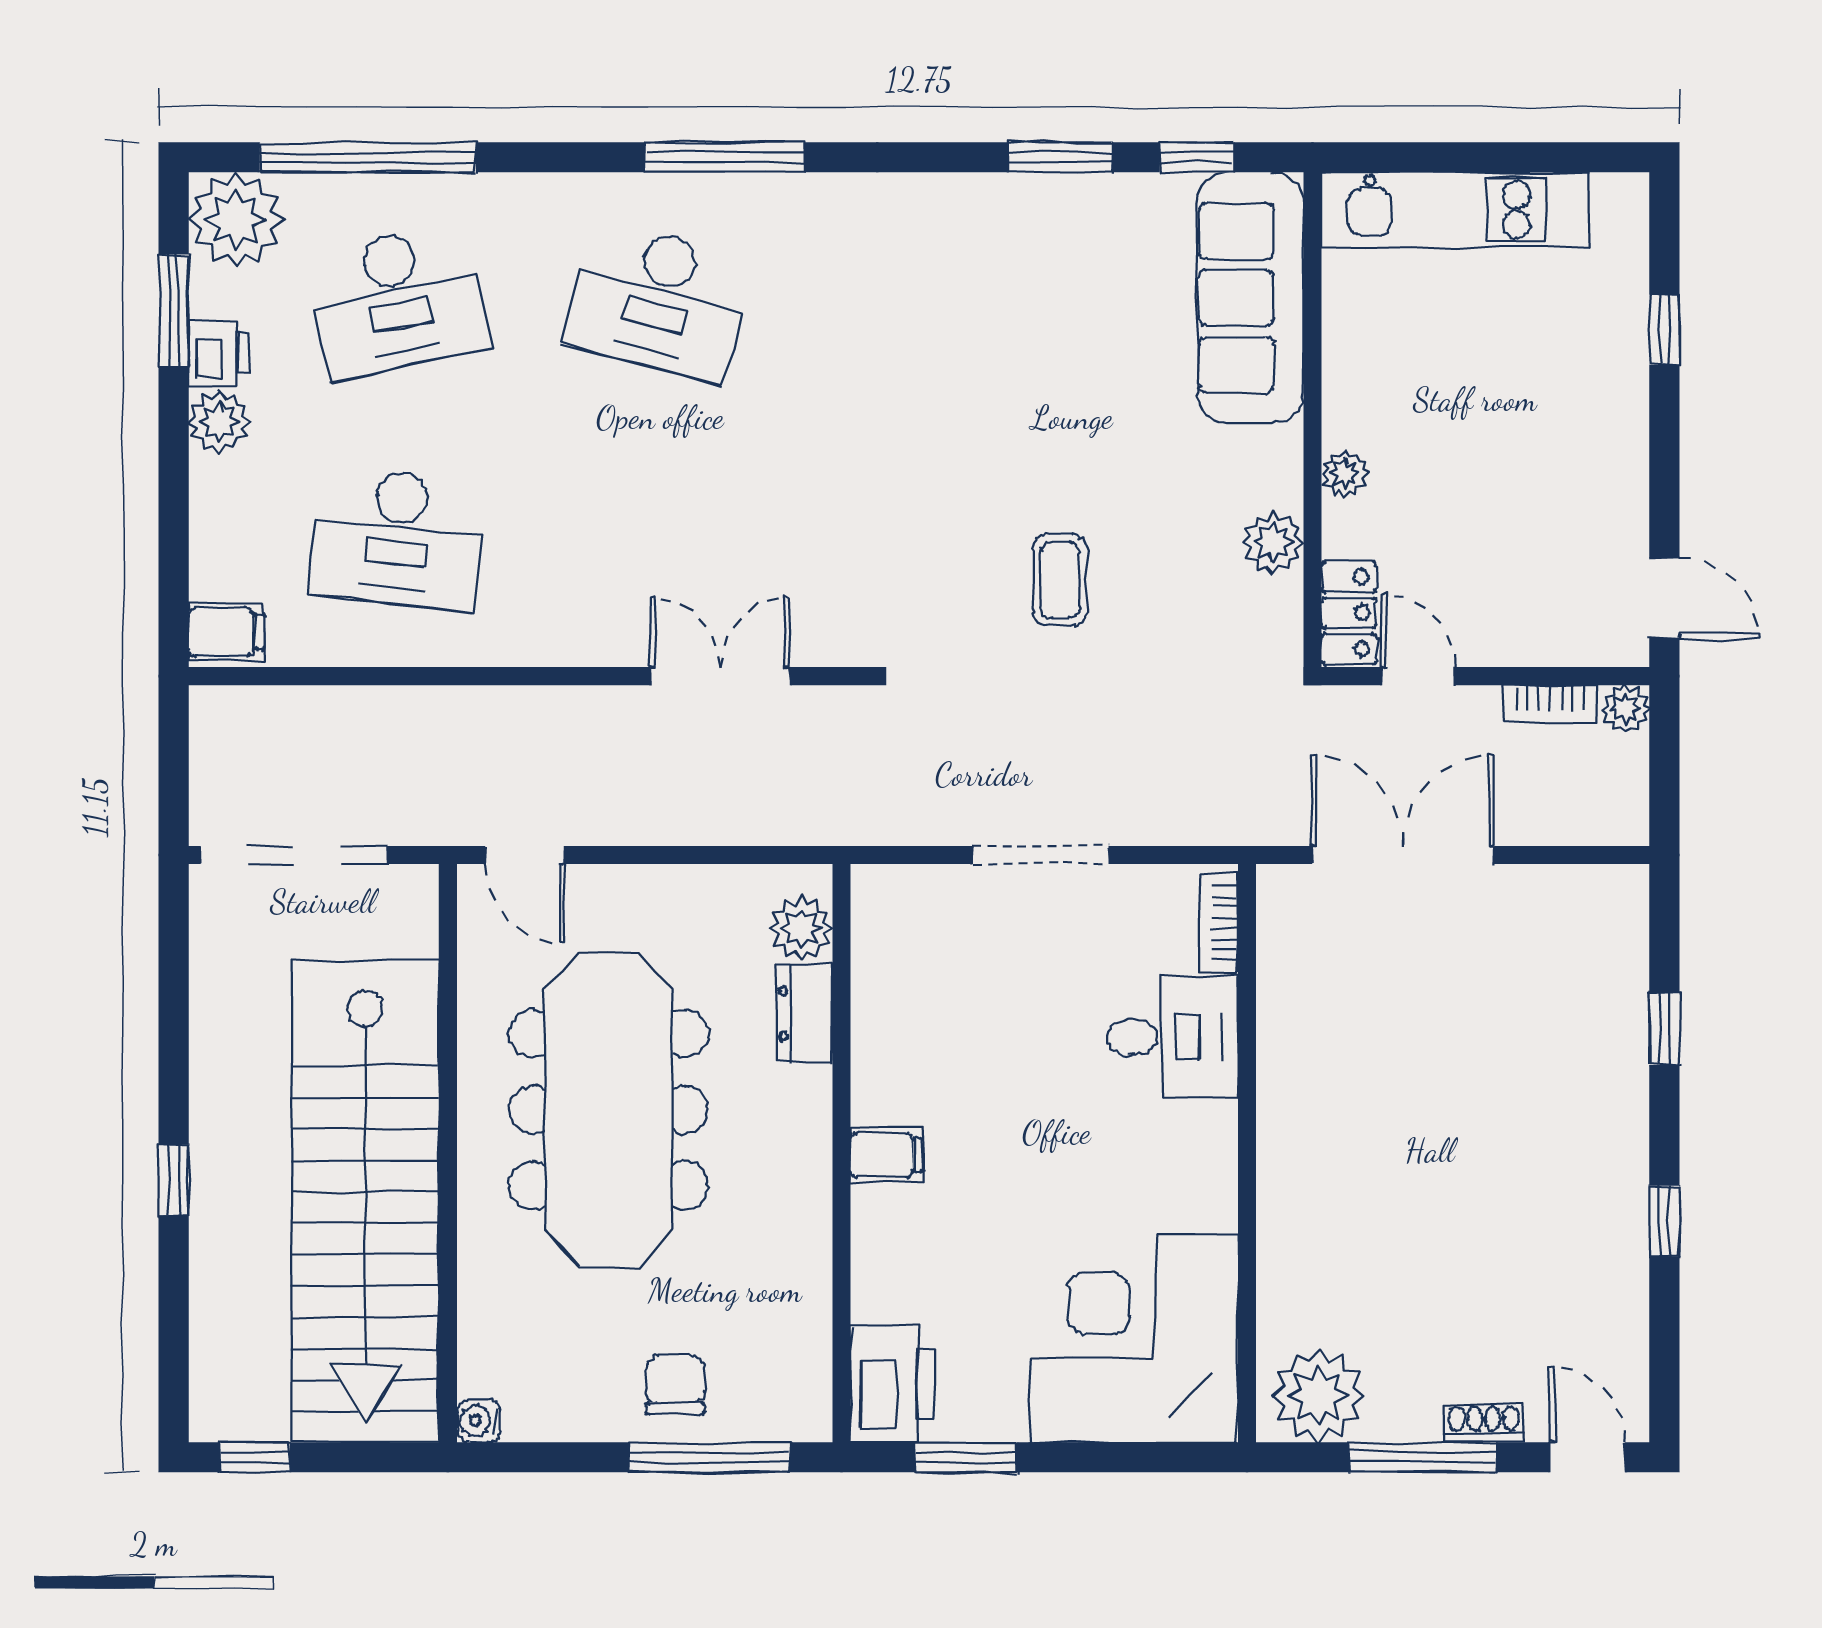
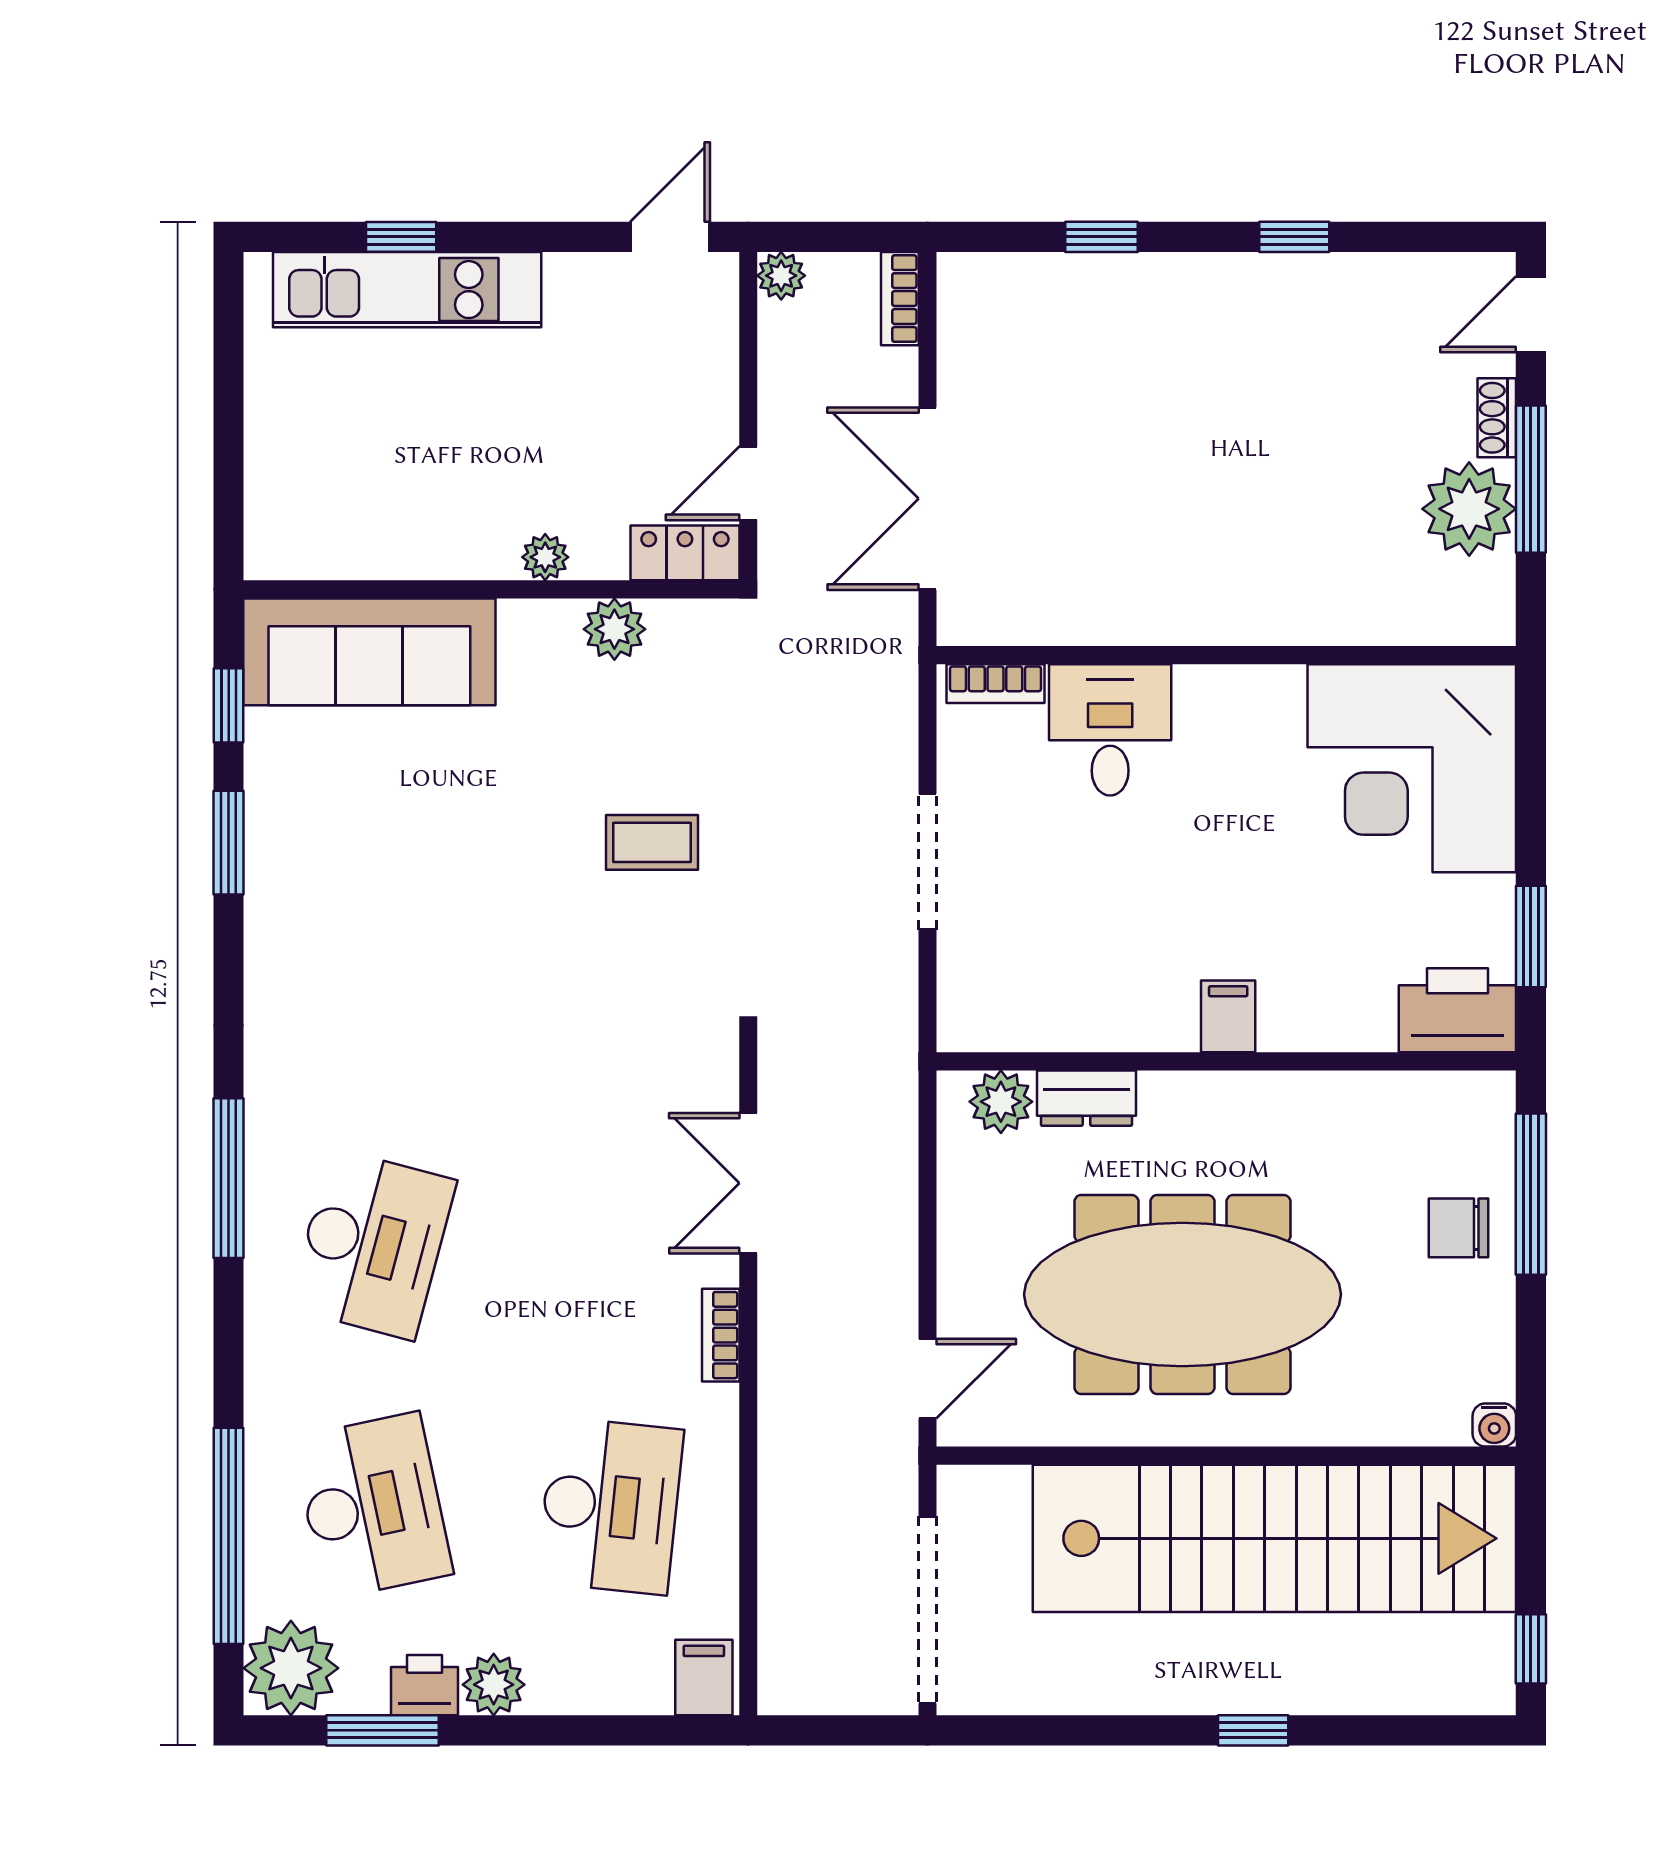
kitchen unit: (1455, 210) -> (407, 290), moved, turned 90
bookcase: (568, 649) -> (721, 1335), added
bookcase: (1550, 704) -> (900, 299), moved, turned 180
plant: (1319, 1396) -> (1469, 509), moved

